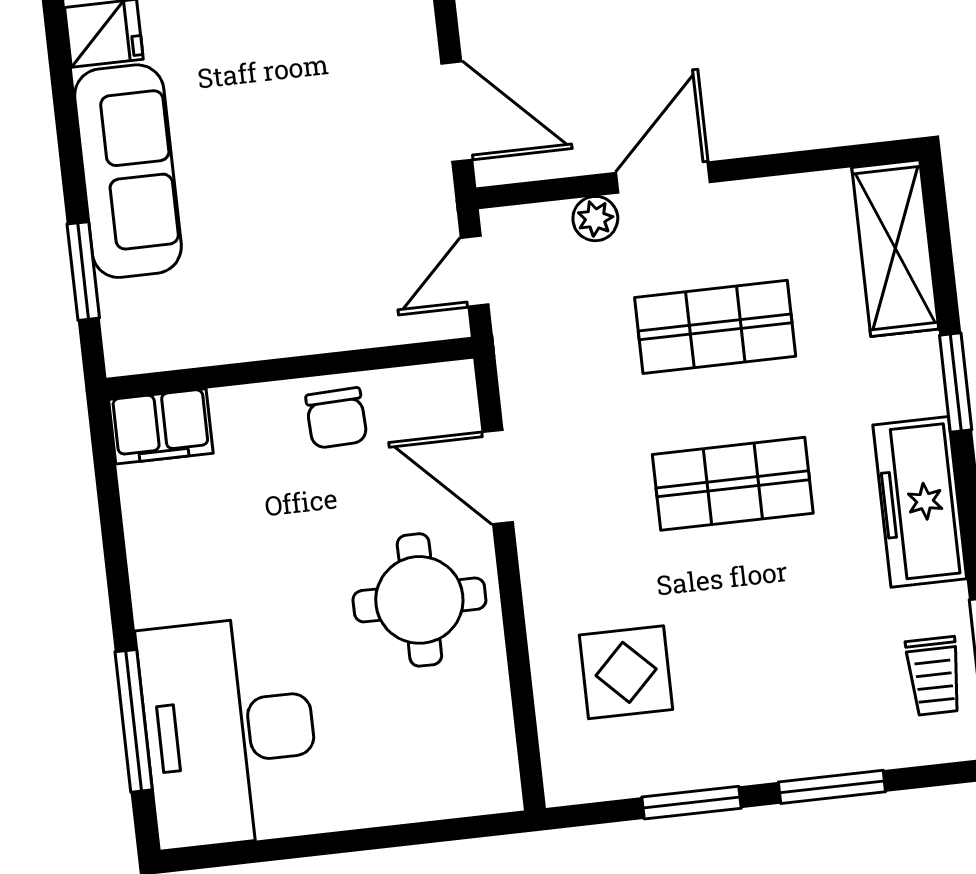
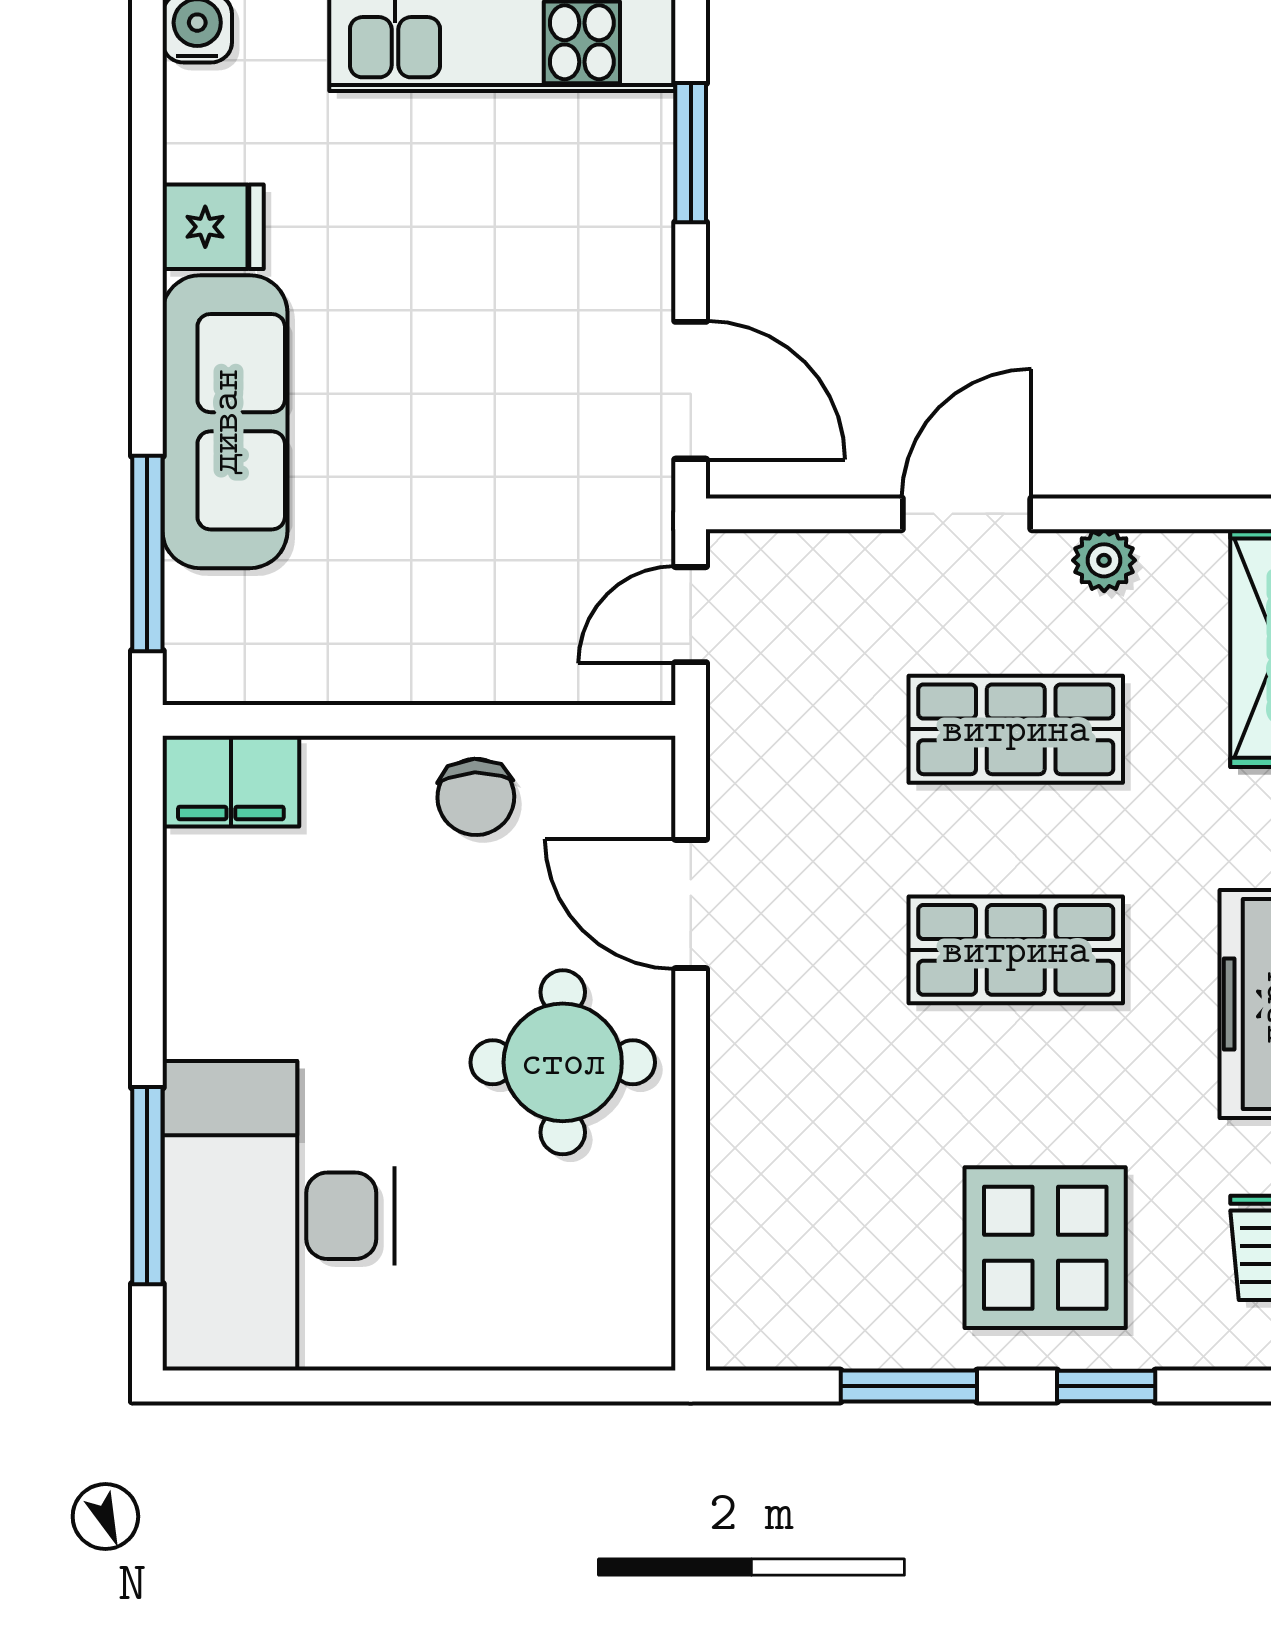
plant: (595, 219) -> (1104, 560), moved
window: (83, 271) -> (147, 553), width x1.44
display table: (626, 672) -> (1045, 1248), moved, width x1.36, depth x1.36
window: (832, 787) -> (1106, 1386), width x0.67

